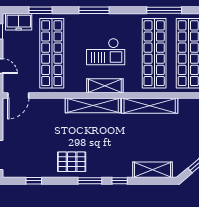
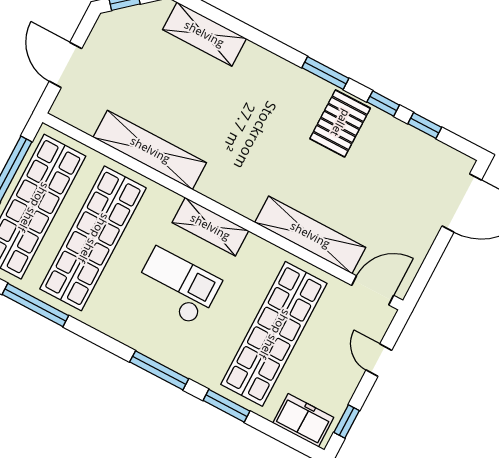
window: (41, 10) -> (227, 406), moved
shelving: (93, 105) -> (310, 235), moved
pallet: (72, 162) -> (340, 123), turned 90
window: (120, 181) -> (383, 104), moved

